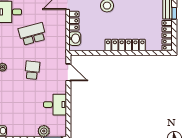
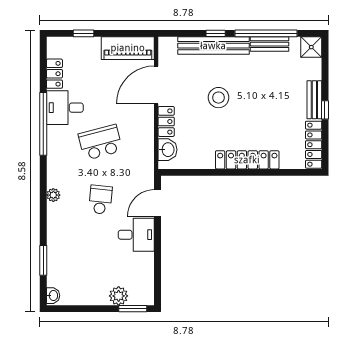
door: (68, 72) -> (158, 203), swing flipped
desk: (55, 105) -> (136, 235), moved

